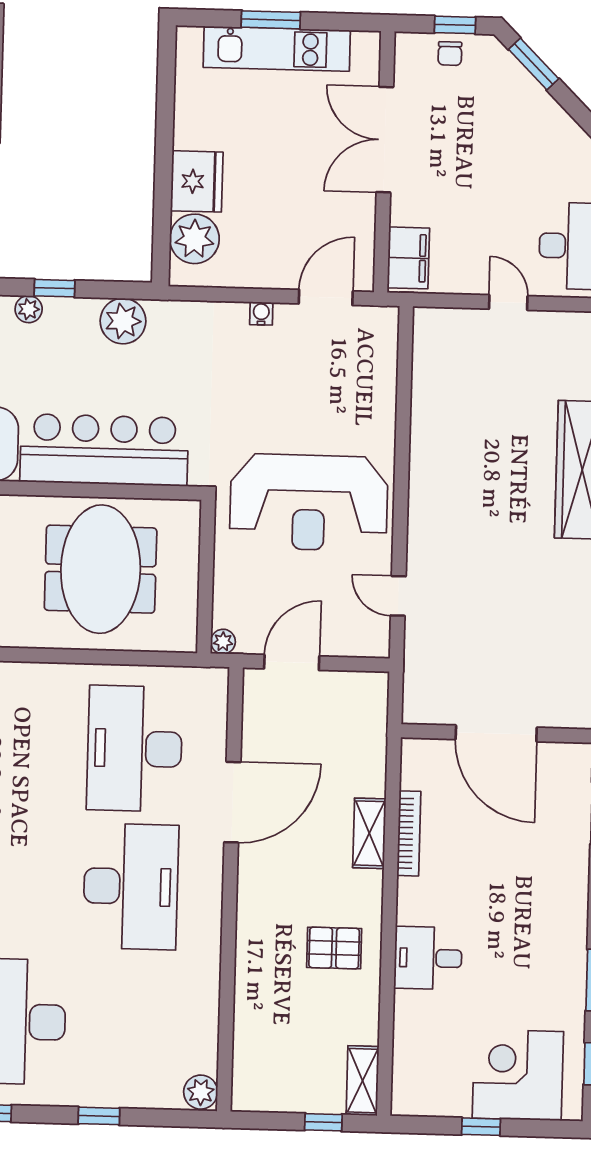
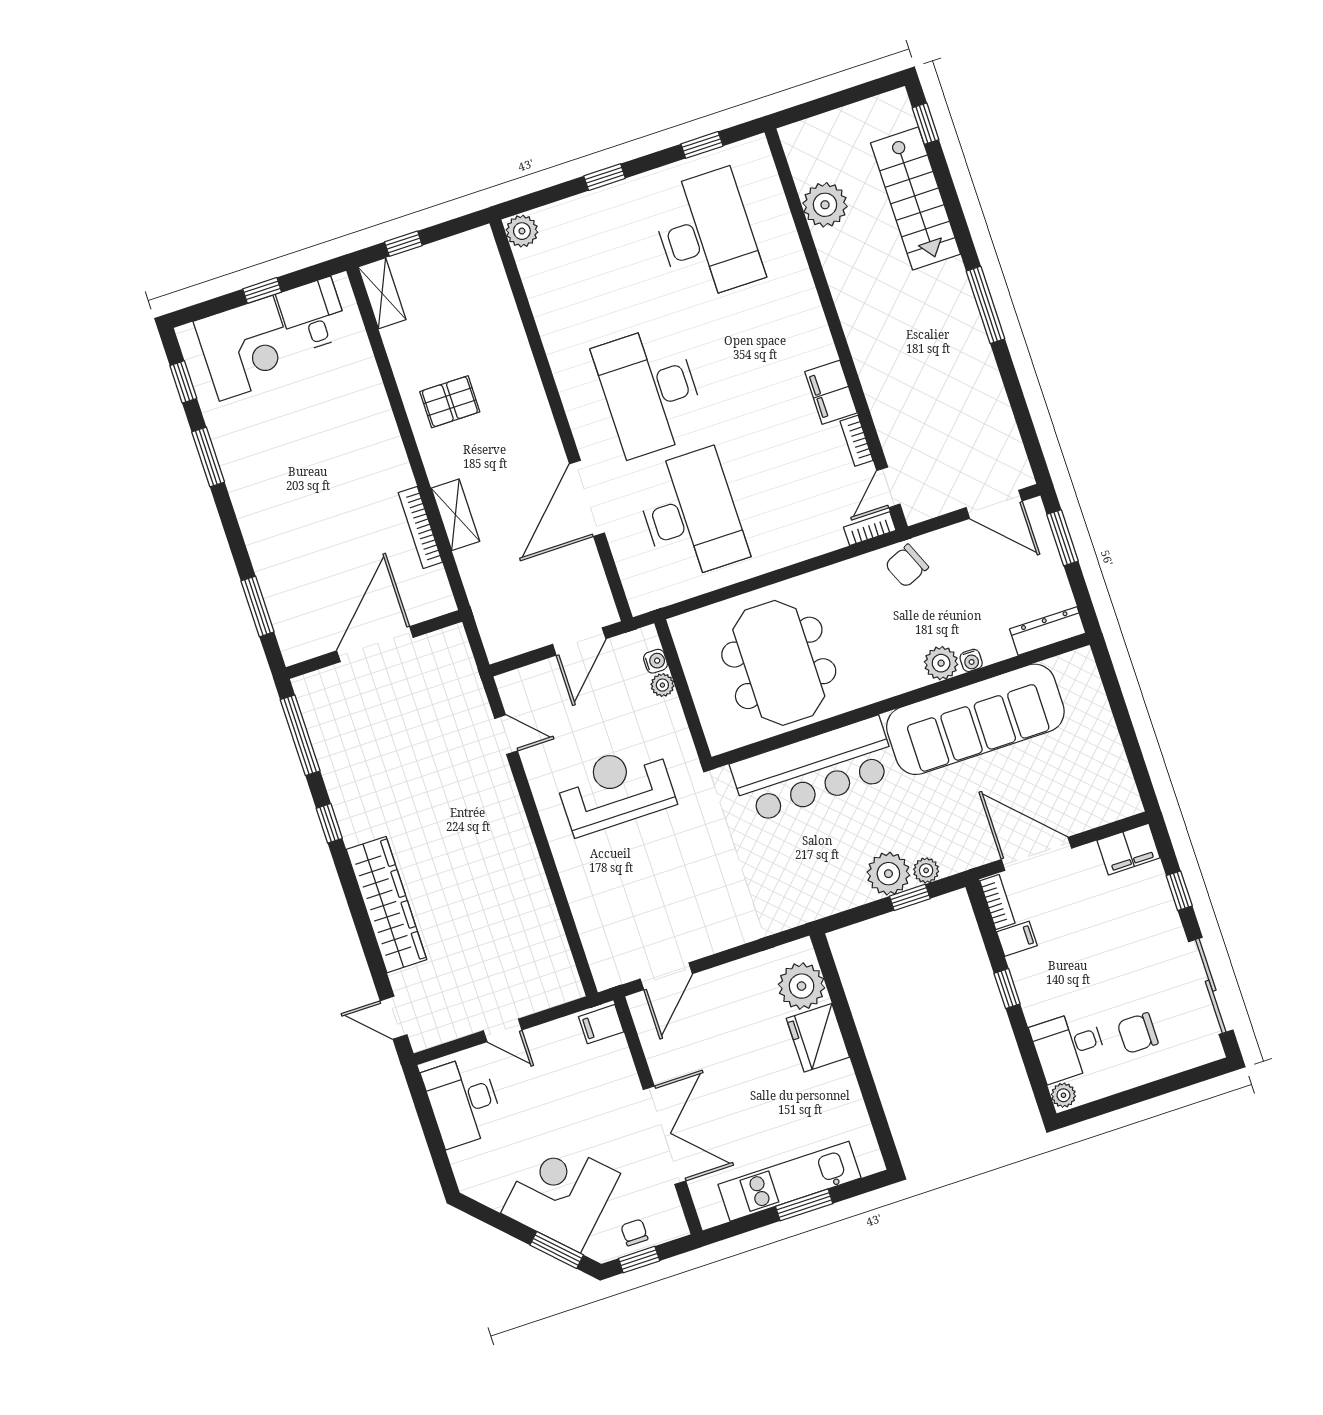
corner desk: (509, 119) -> (561, 1193), added
filing cabinet: (408, 258) -> (601, 1024), width x0.50
water cooler: (261, 313) -> (655, 661), moved, turned -90
plant: (123, 321) -> (888, 874), moved
reception desk: (309, 502) -> (615, 789), width x0.74, depth x0.77
plant: (223, 642) -> (662, 685), moved
door: (496, 733) -> (375, 644), hinge flipped
desk: (428, 958) -> (313, 315), moved, turned -90

